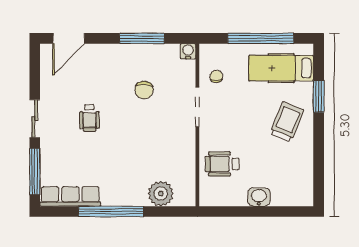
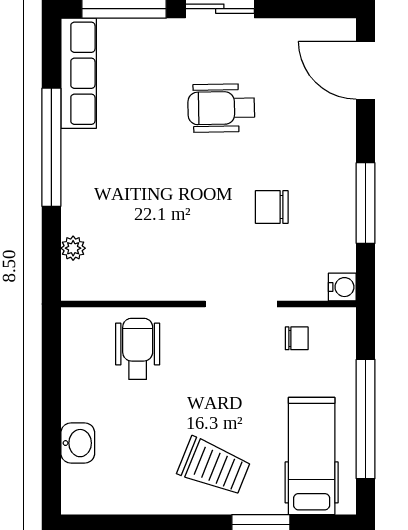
wheelchair: (89, 118) -> (221, 108), width x1.36, depth x1.37
plant: (161, 194) -> (73, 248), width x0.53, depth x0.53
washbasin: (259, 197) -> (78, 443), moved

